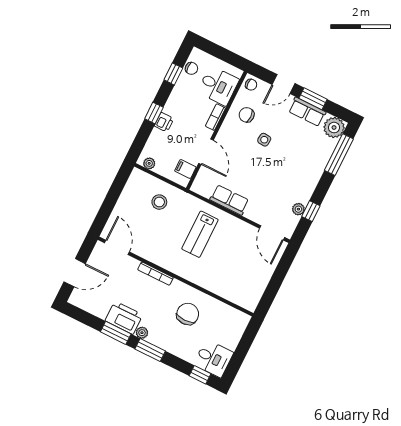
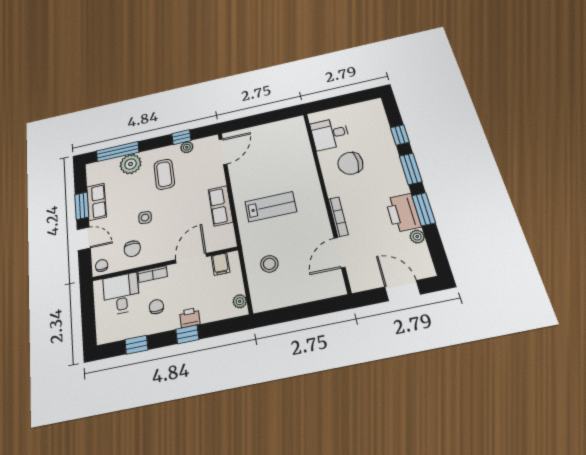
chair: (191, 68) -> (156, 307), moved
plant: (334, 128) -> (131, 164), moved
coffee table: (289, 177) -> (164, 174), added
door: (117, 247) -> (339, 253), moved
plant: (142, 333) -> (417, 237), moved
desk: (214, 359) -> (330, 134), moved, turned -90
window: (200, 375) -> (400, 135), moved

